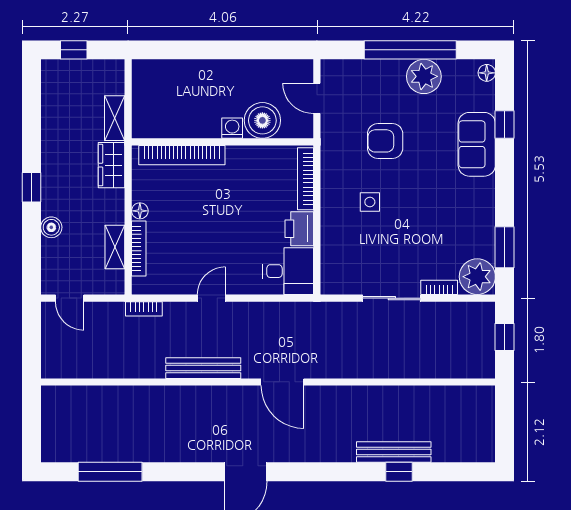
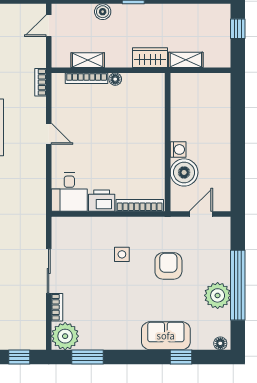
bookcase: (182, 155) -> (158, 111), removed

